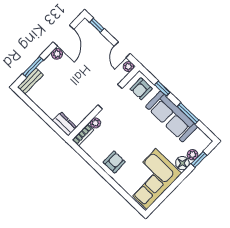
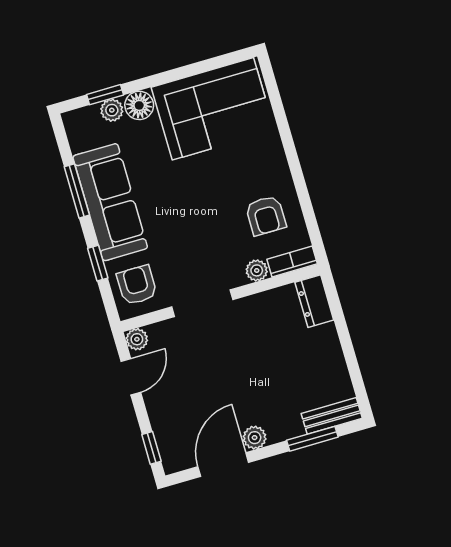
armchair: (141, 89) -> (137, 285), turned -90
armchair: (114, 162) -> (266, 216), moved, turned -90

